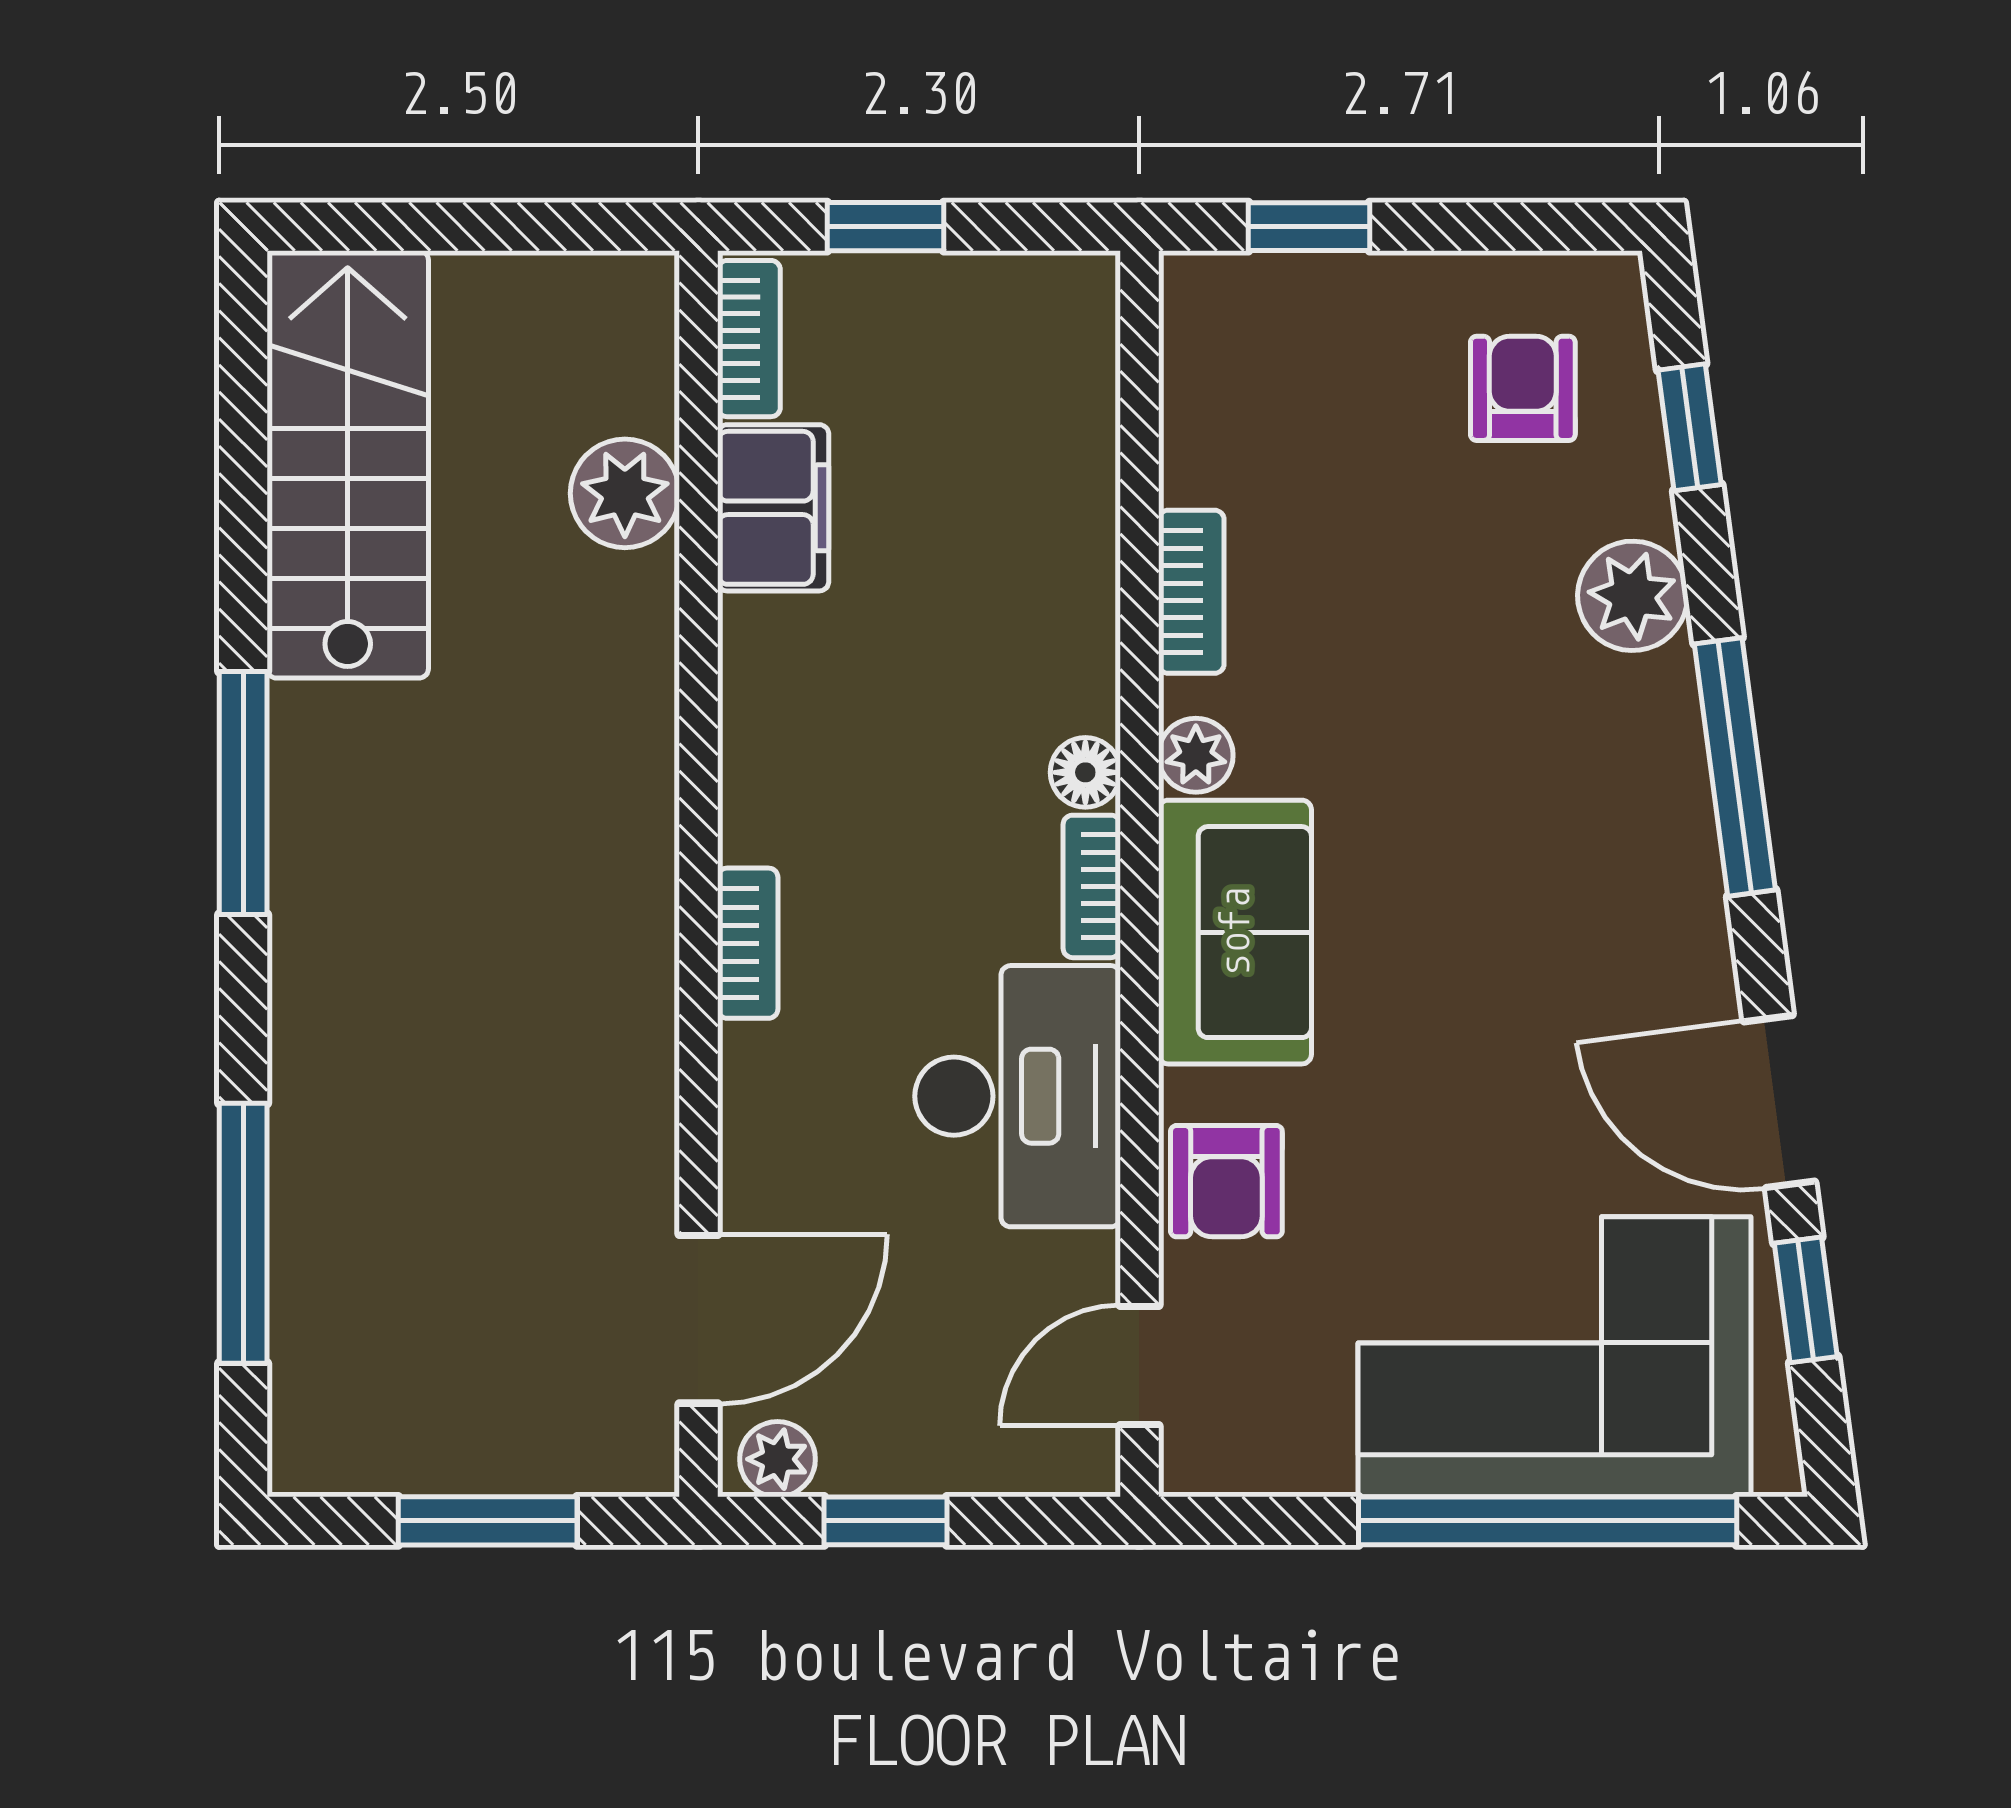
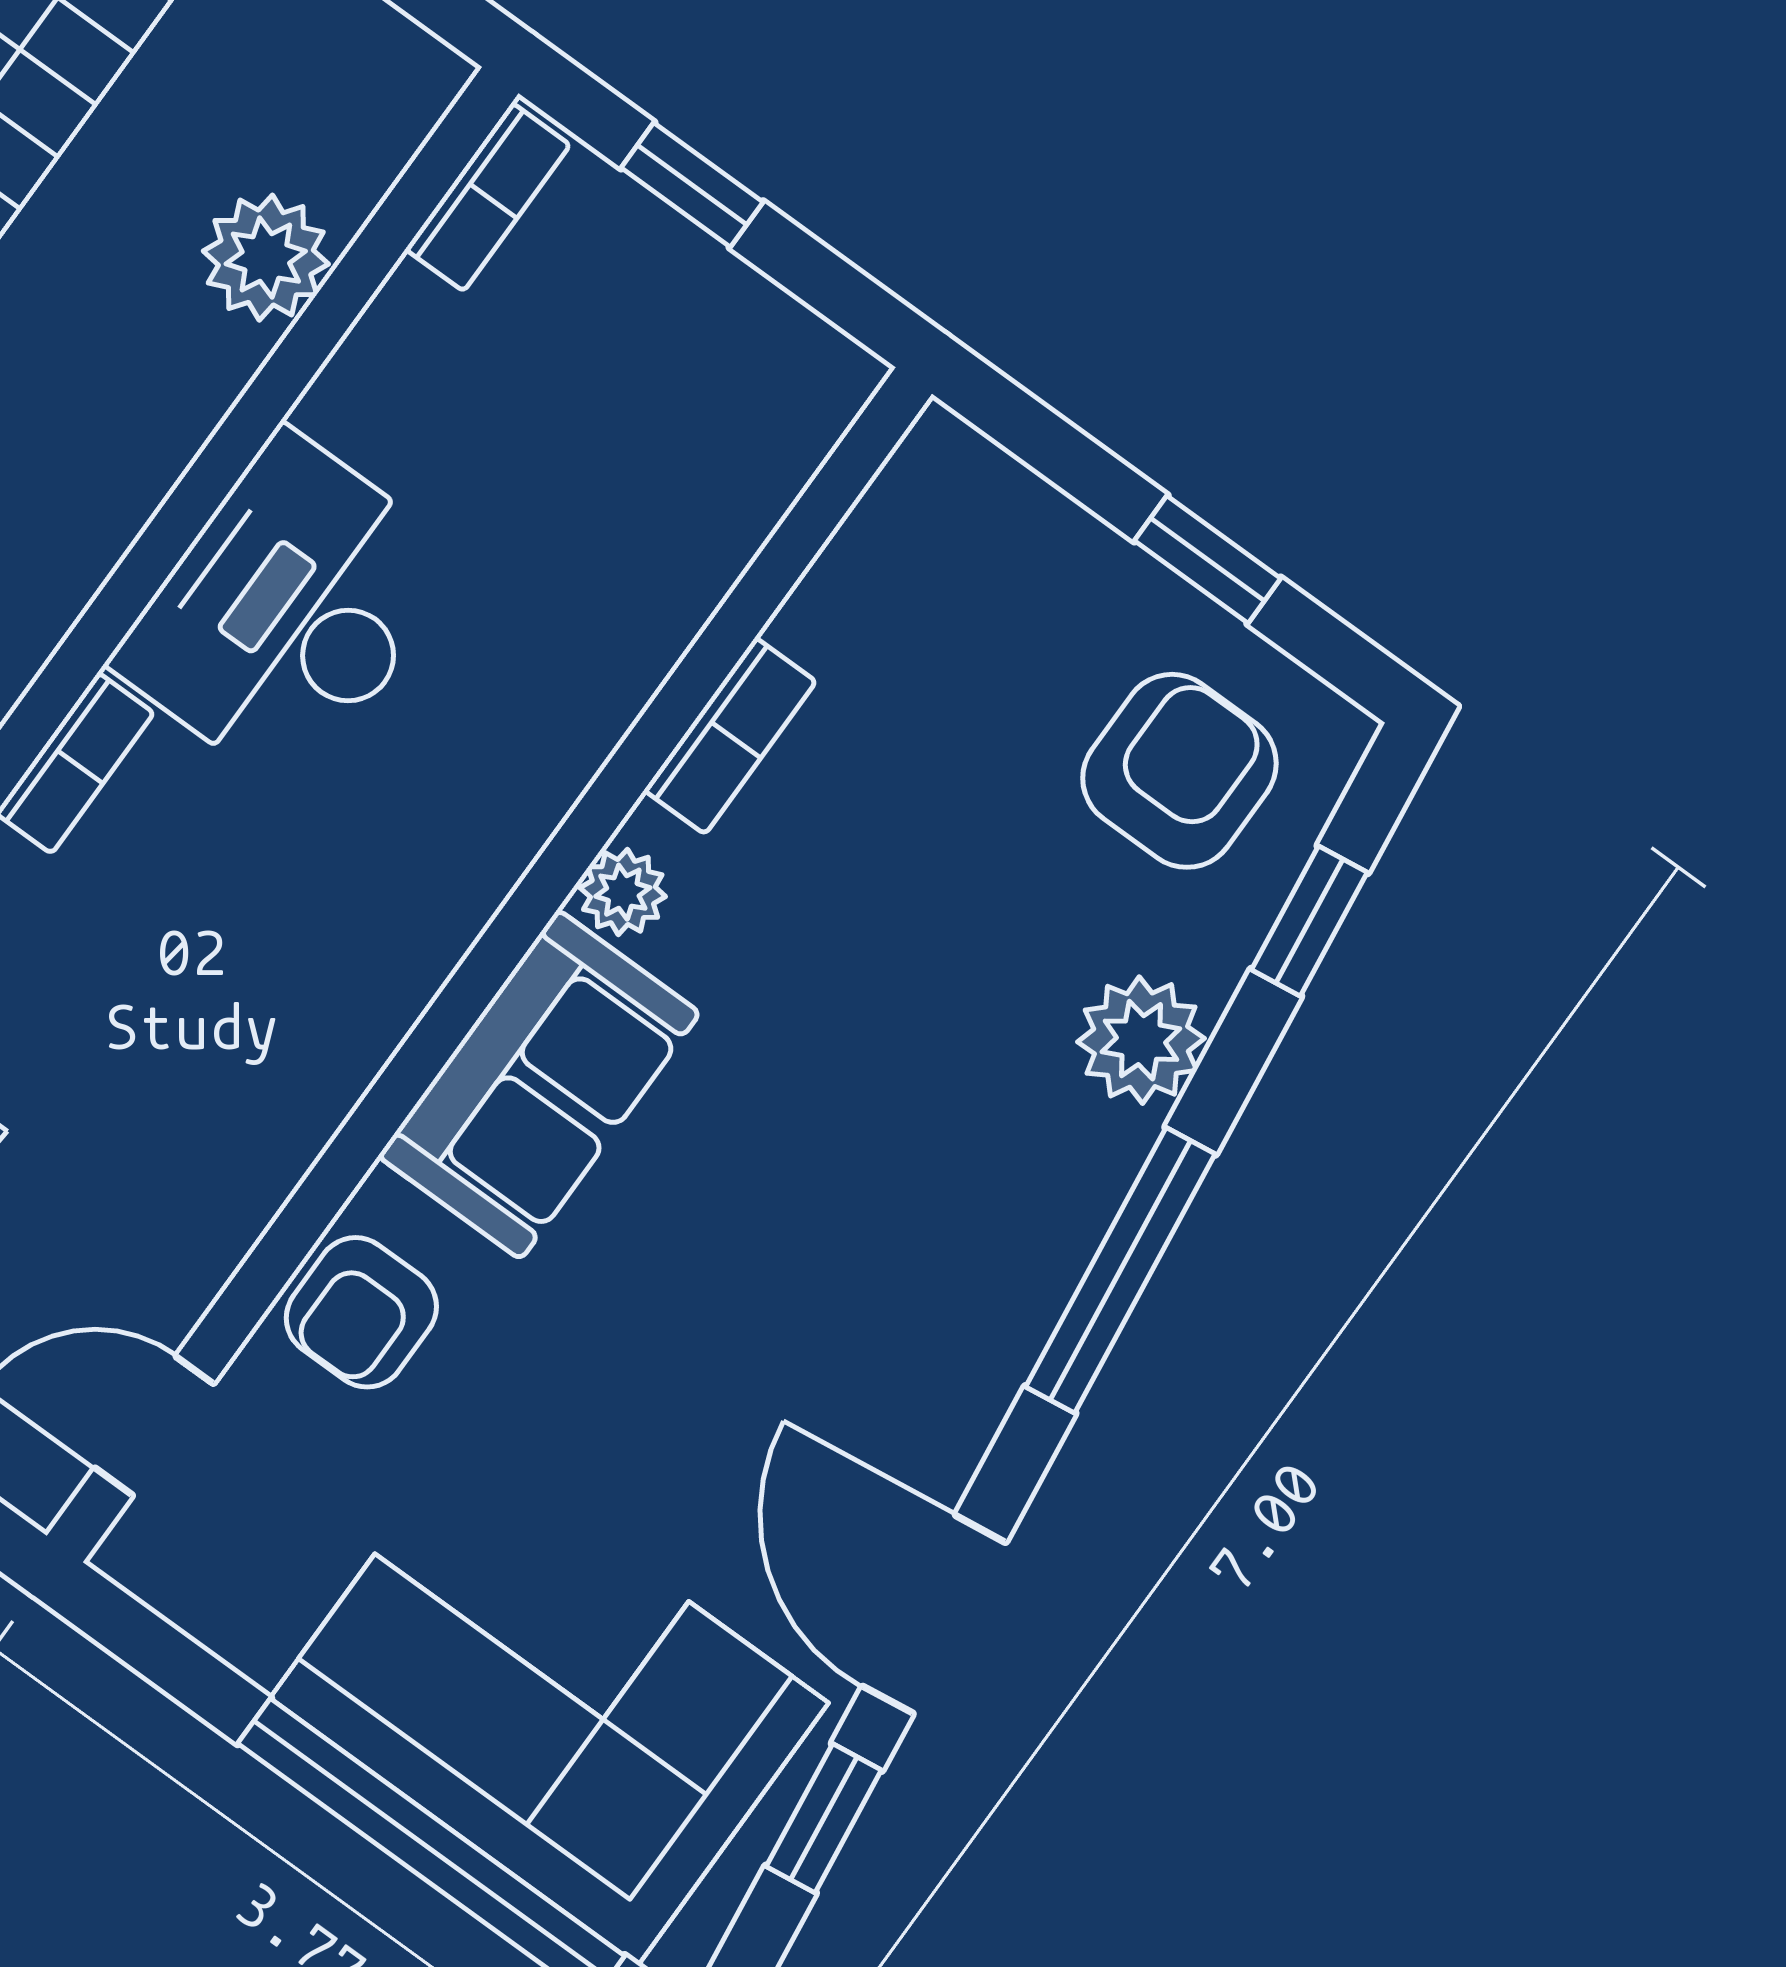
window: (1309, 227) -> (1208, 559), moved
armchair: (1523, 388) -> (1179, 771), width x1.38, depth x1.38
filing cabinet: (773, 508) -> (395, 372), removed
floor lamp: (1085, 772) -> (508, 833), removed
bookcase: (1092, 886) -> (436, 944), removed
desk: (1018, 1096) -> (288, 612), moved, turned 180

